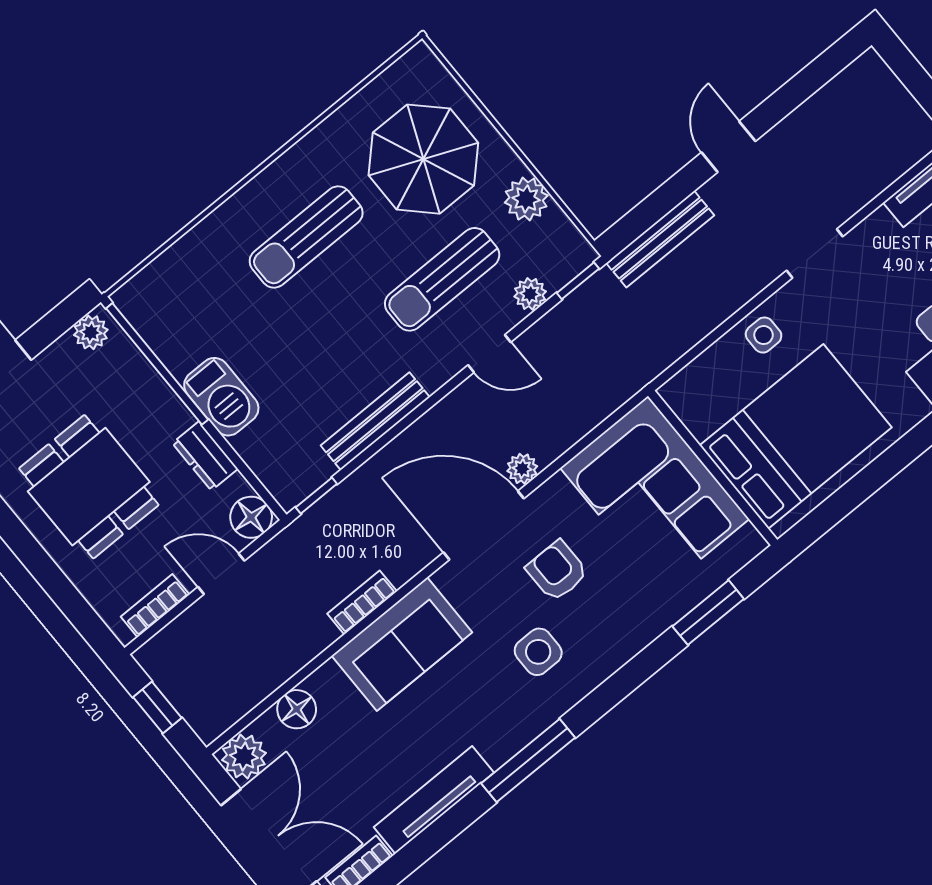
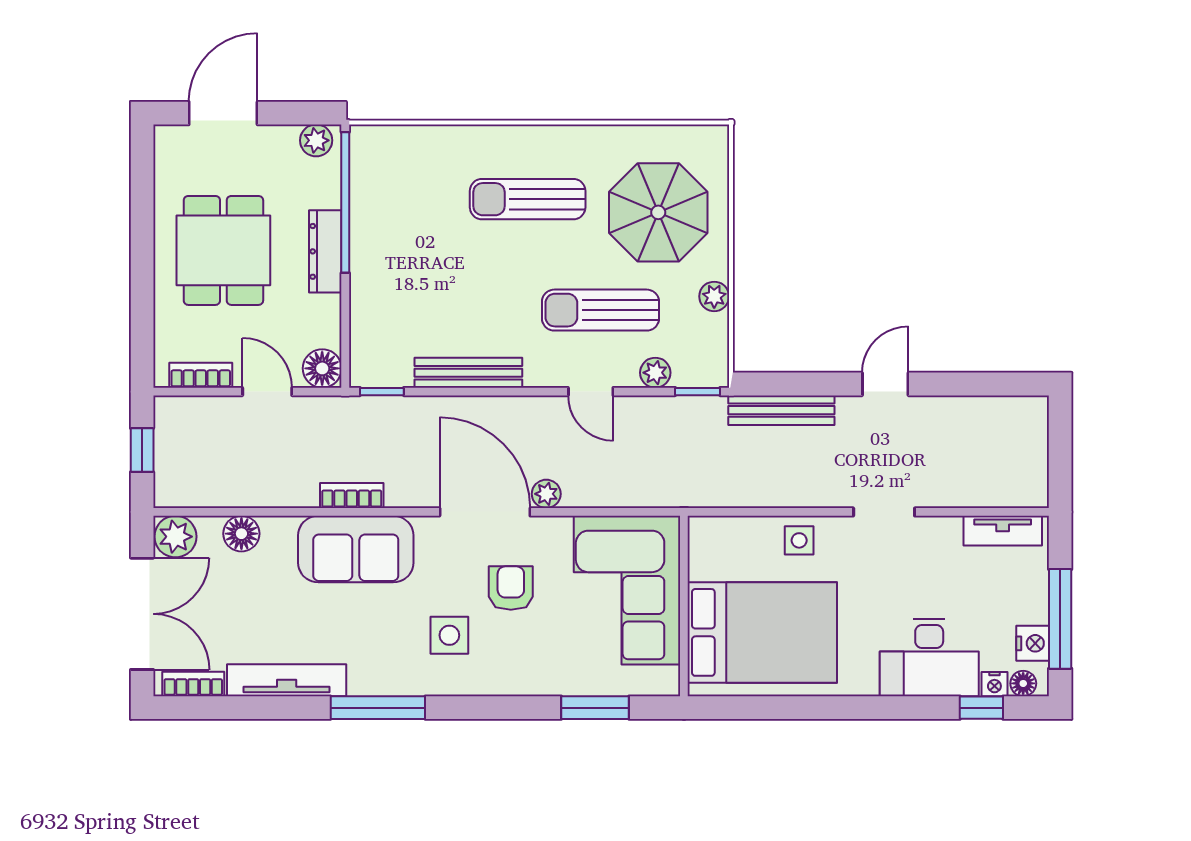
plant: (526, 199) -> (714, 296), width x0.73, depth x0.73
barbecue: (221, 397) -> (372, 264), removed
dresser: (205, 456) -> (325, 251), moved, width x1.44

